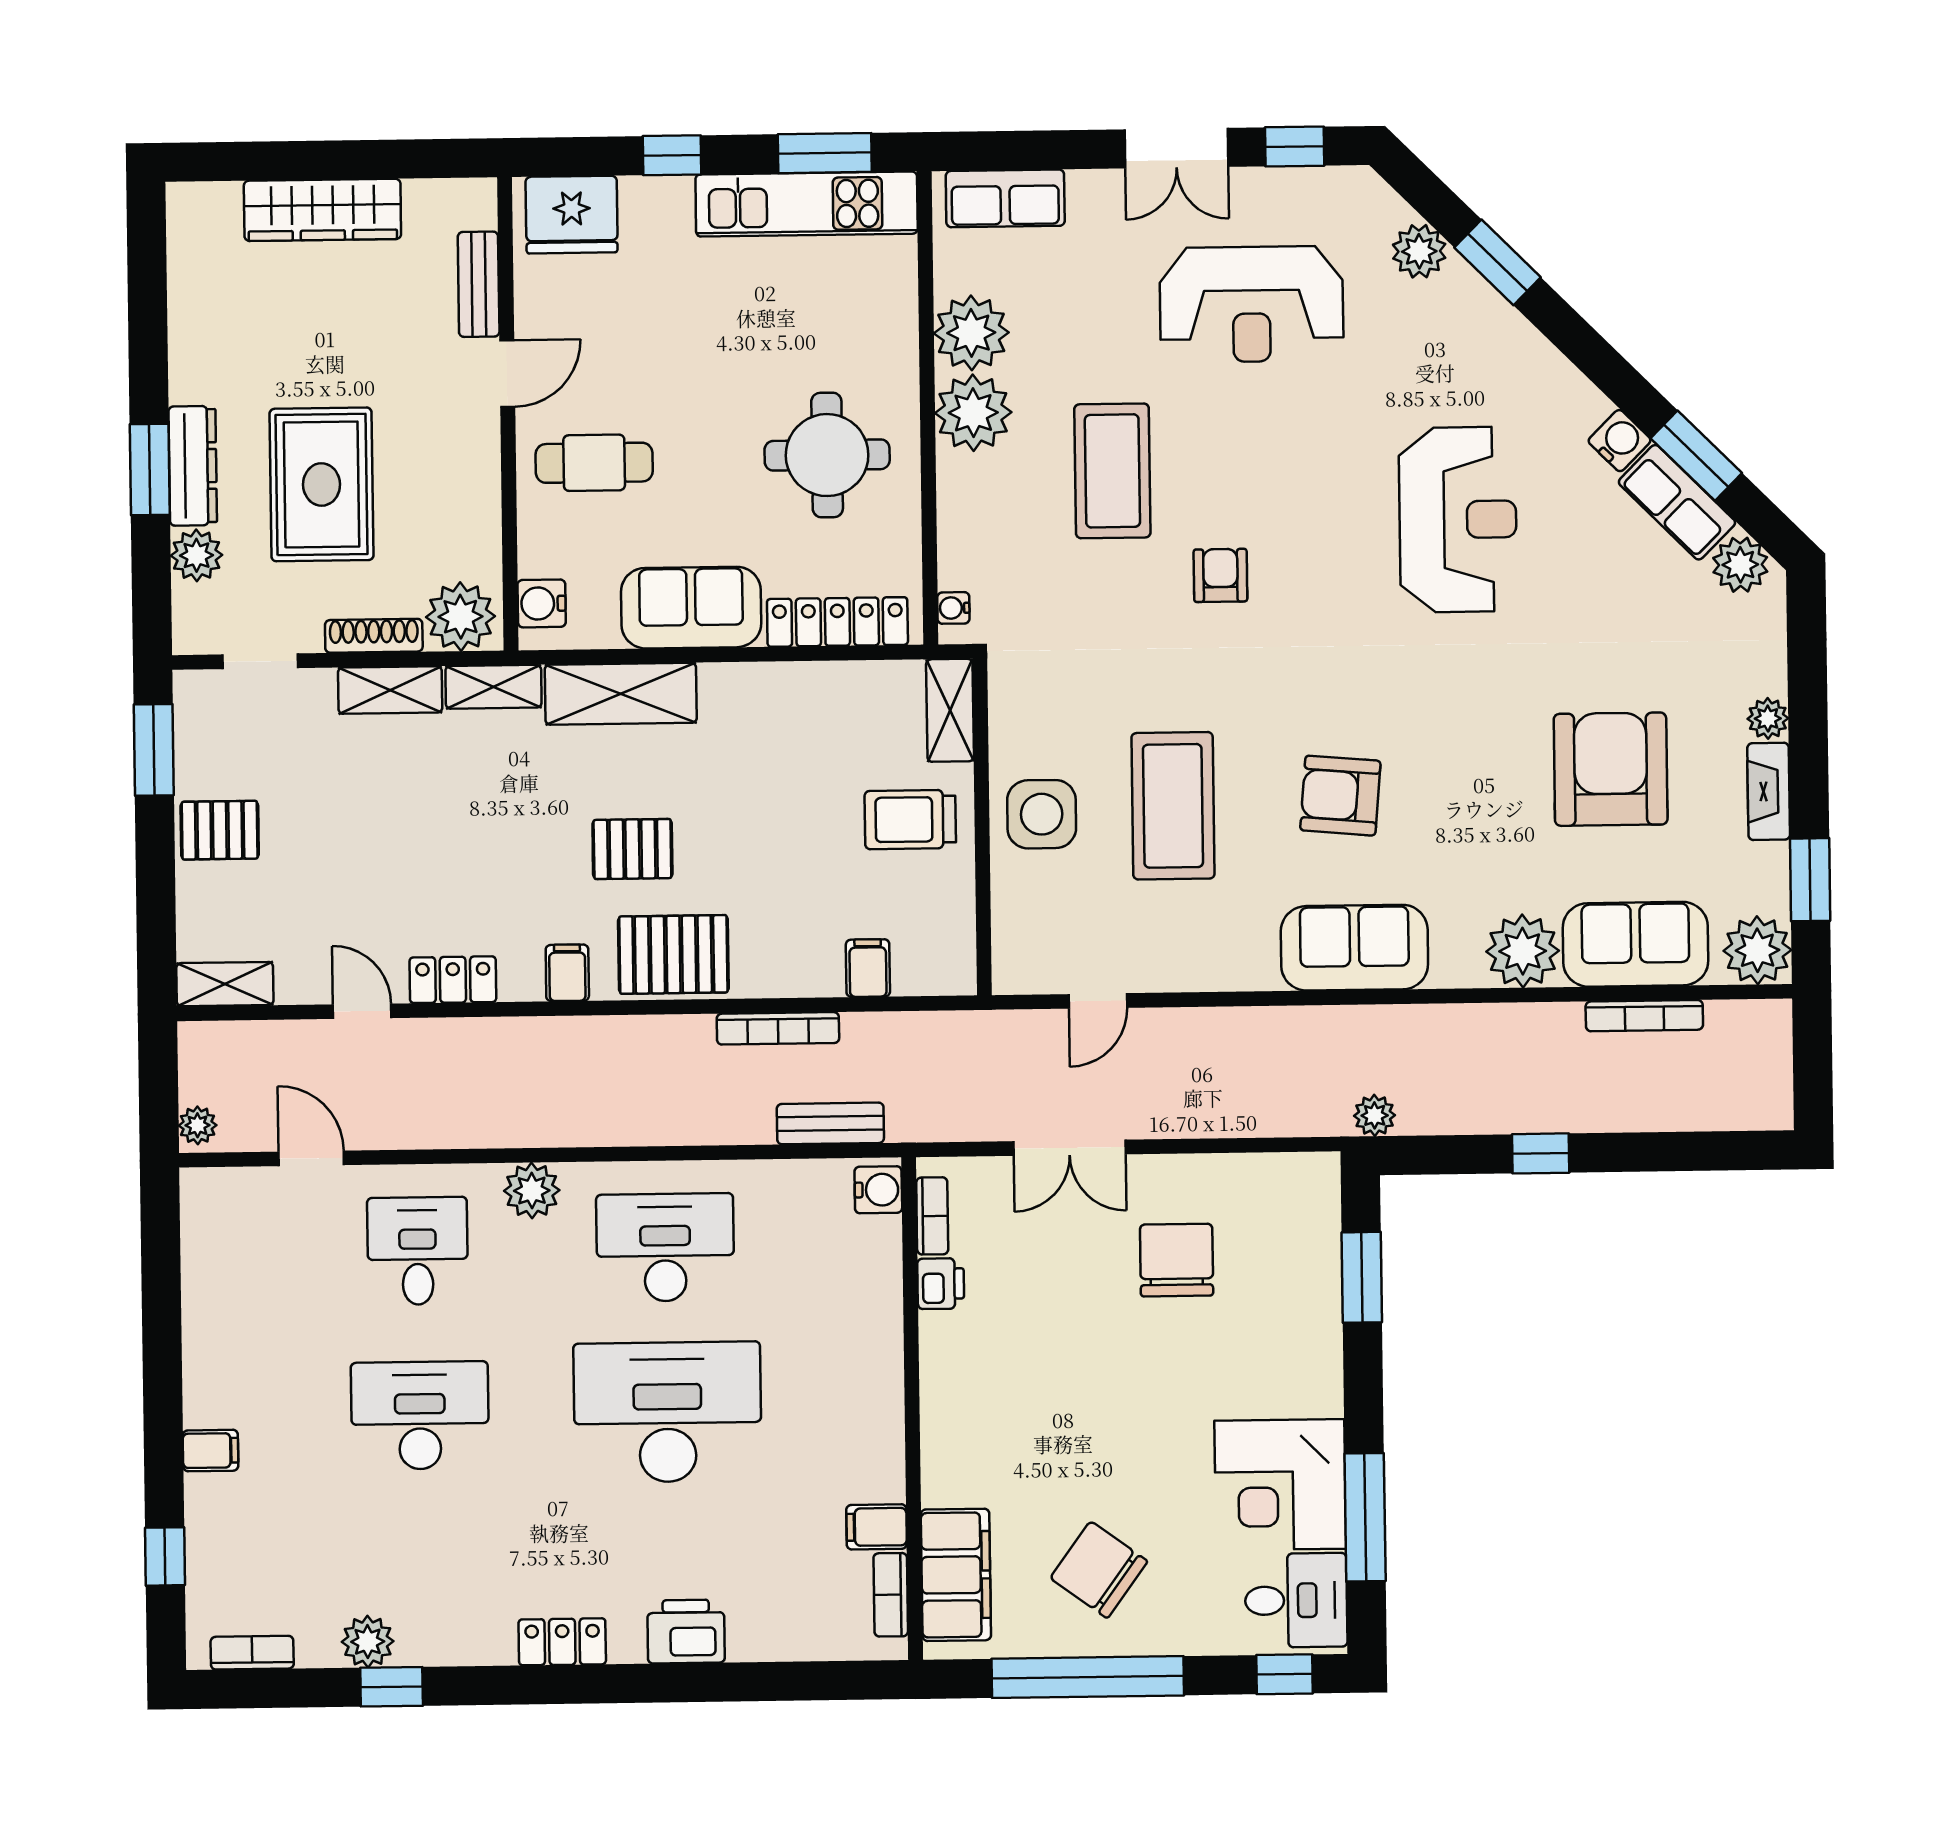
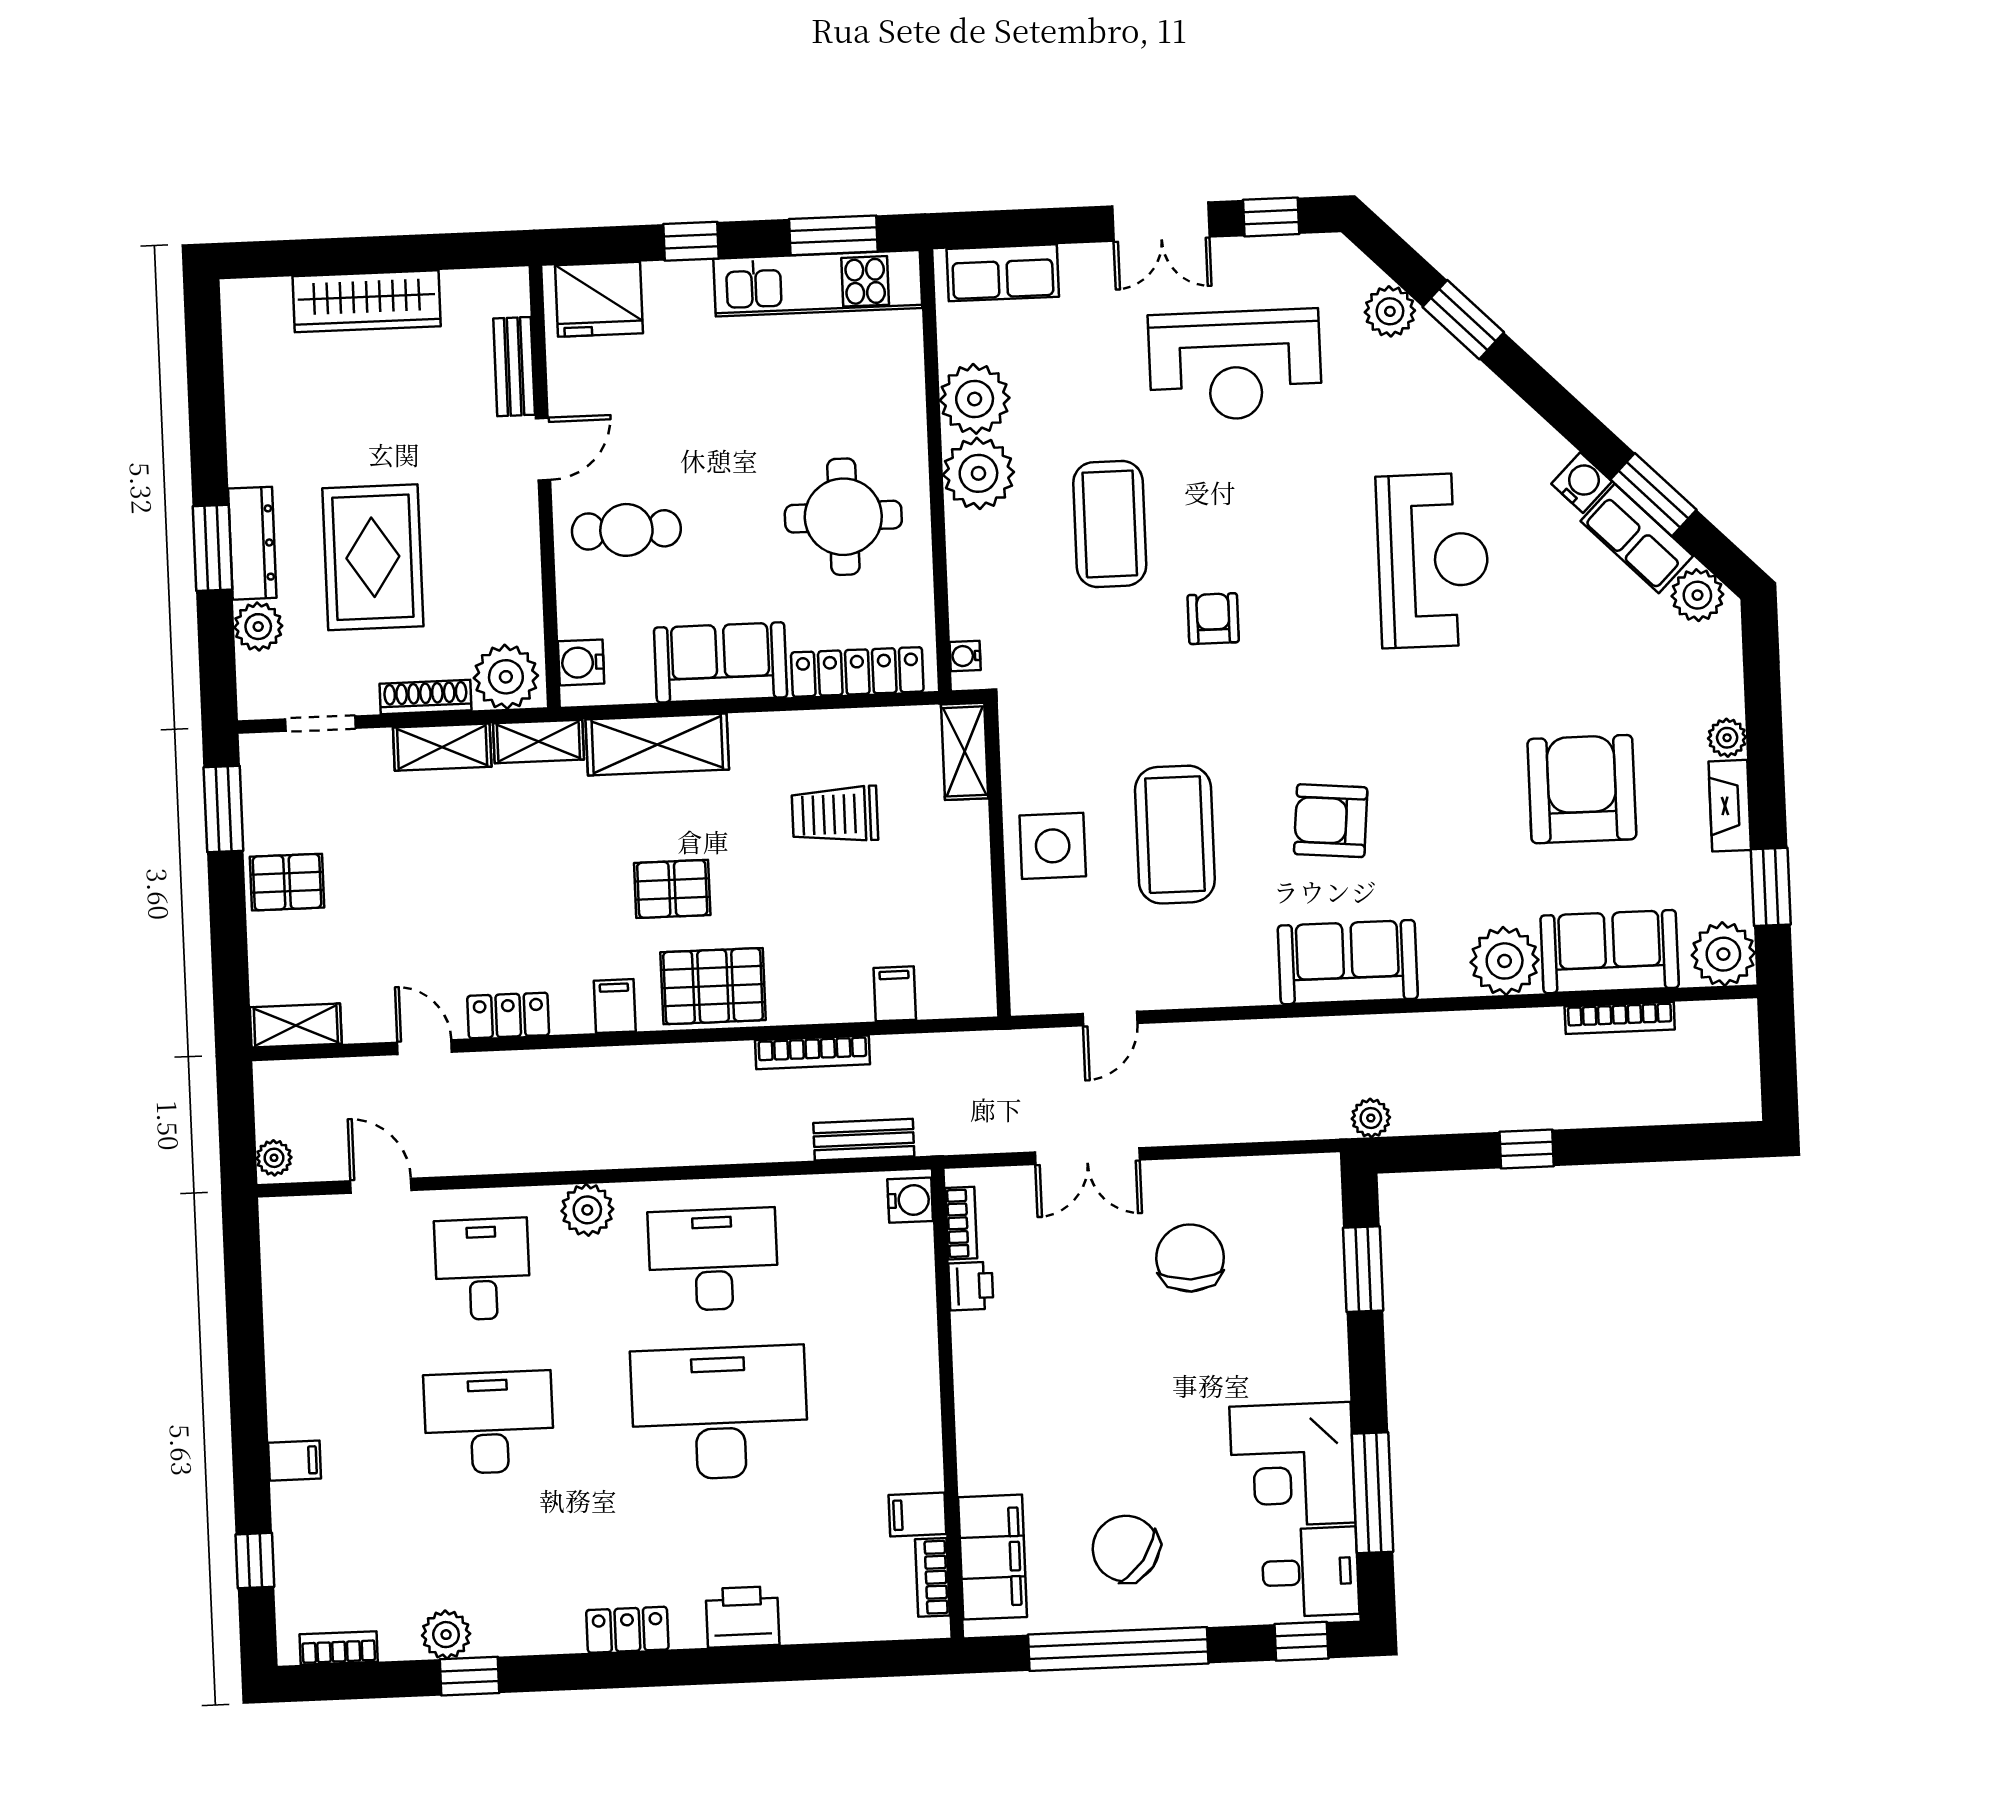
trolley: (910, 820) -> (835, 814), moved

